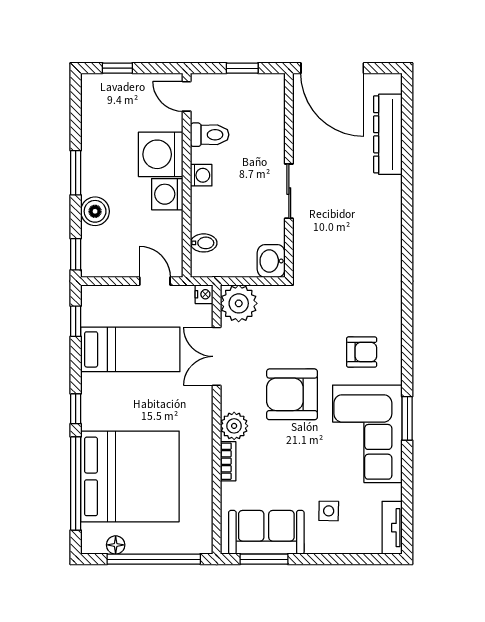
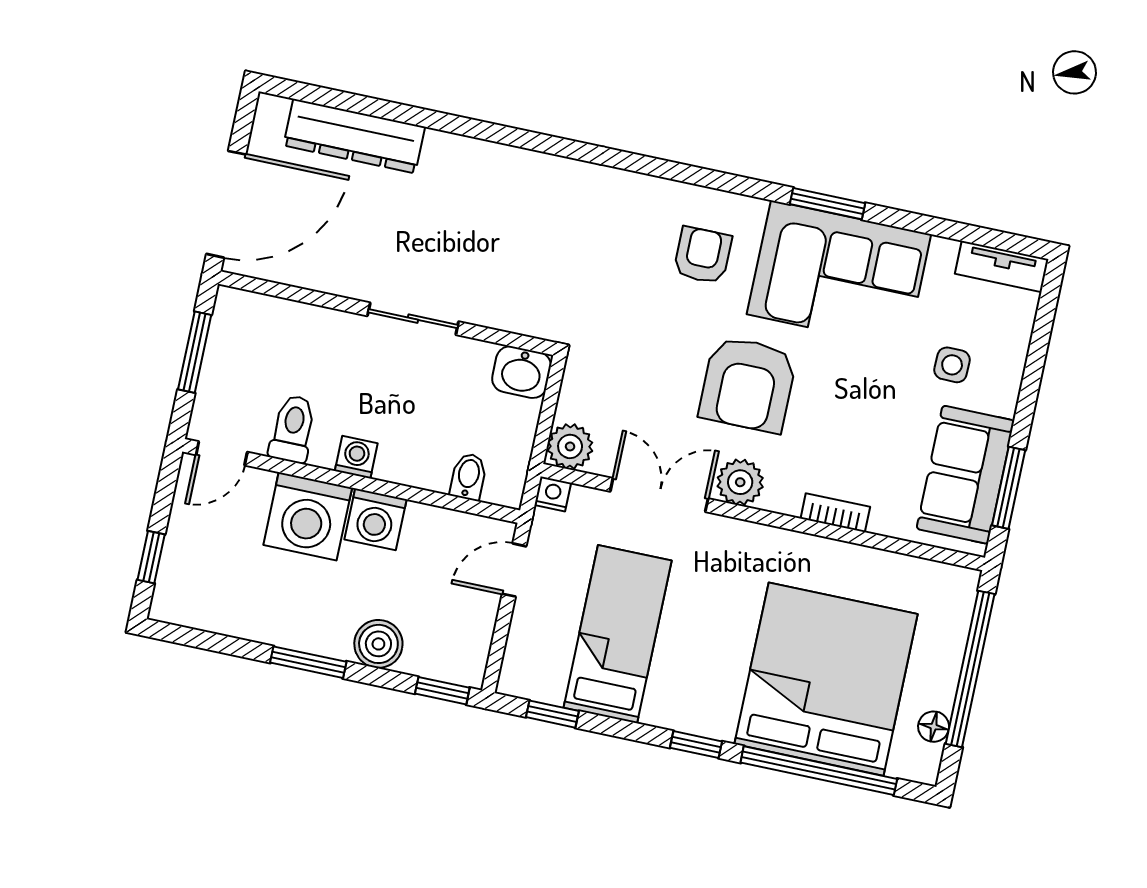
window: (242, 68) -> (195, 352), width x1.50
plant: (239, 303) -> (570, 446), width x0.73, depth x0.73
double door: (217, 356) -> (659, 495), swing flipped
plant: (234, 426) -> (740, 482), moved

